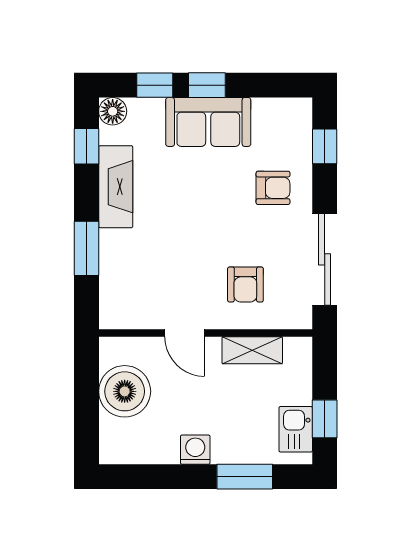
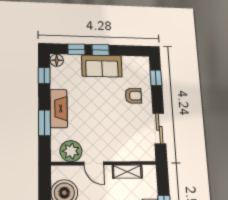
fireplace: (116, 187) -> (59, 108), moved
sliding door: (325, 259) -> (159, 128), width x0.73
armchair: (245, 284) -> (123, 140), removed
plant: (139, 308) -> (71, 151), added

